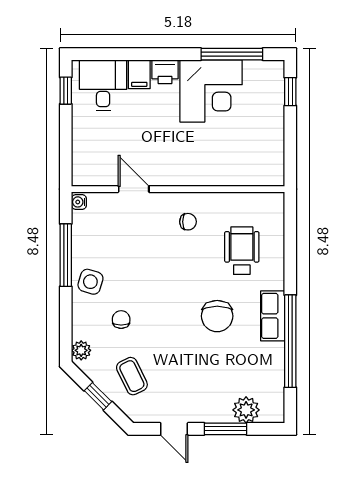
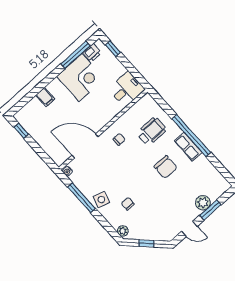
printer: (165, 72) -> (92, 53), moved
desk: (103, 85) -> (126, 89), moved, turned 90
door: (134, 189) -> (85, 146), width x1.88
wheelchair: (242, 251) -> (152, 131), turned 90
window: (290, 341) -> (191, 136), moved
coffee table: (132, 376) -> (153, 223), removed
plant: (246, 410) -> (203, 203), moved

